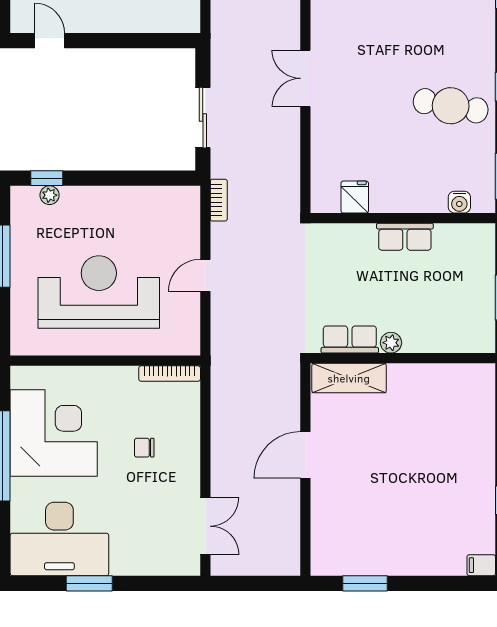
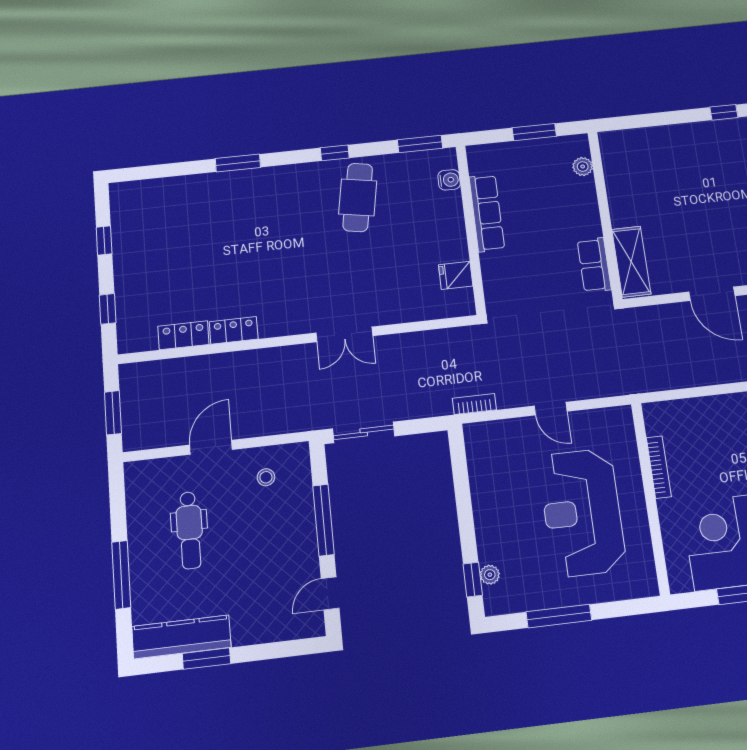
window: (121, 41) -> (324, 520), added
sliding door: (203, 118) -> (364, 432), moved
row of seats: (405, 237) -> (487, 213), width x1.48
plant: (391, 343) -> (583, 167), moved
bookcase: (170, 374) -> (659, 467), moved
chair: (144, 448) -> (731, 449), removed

